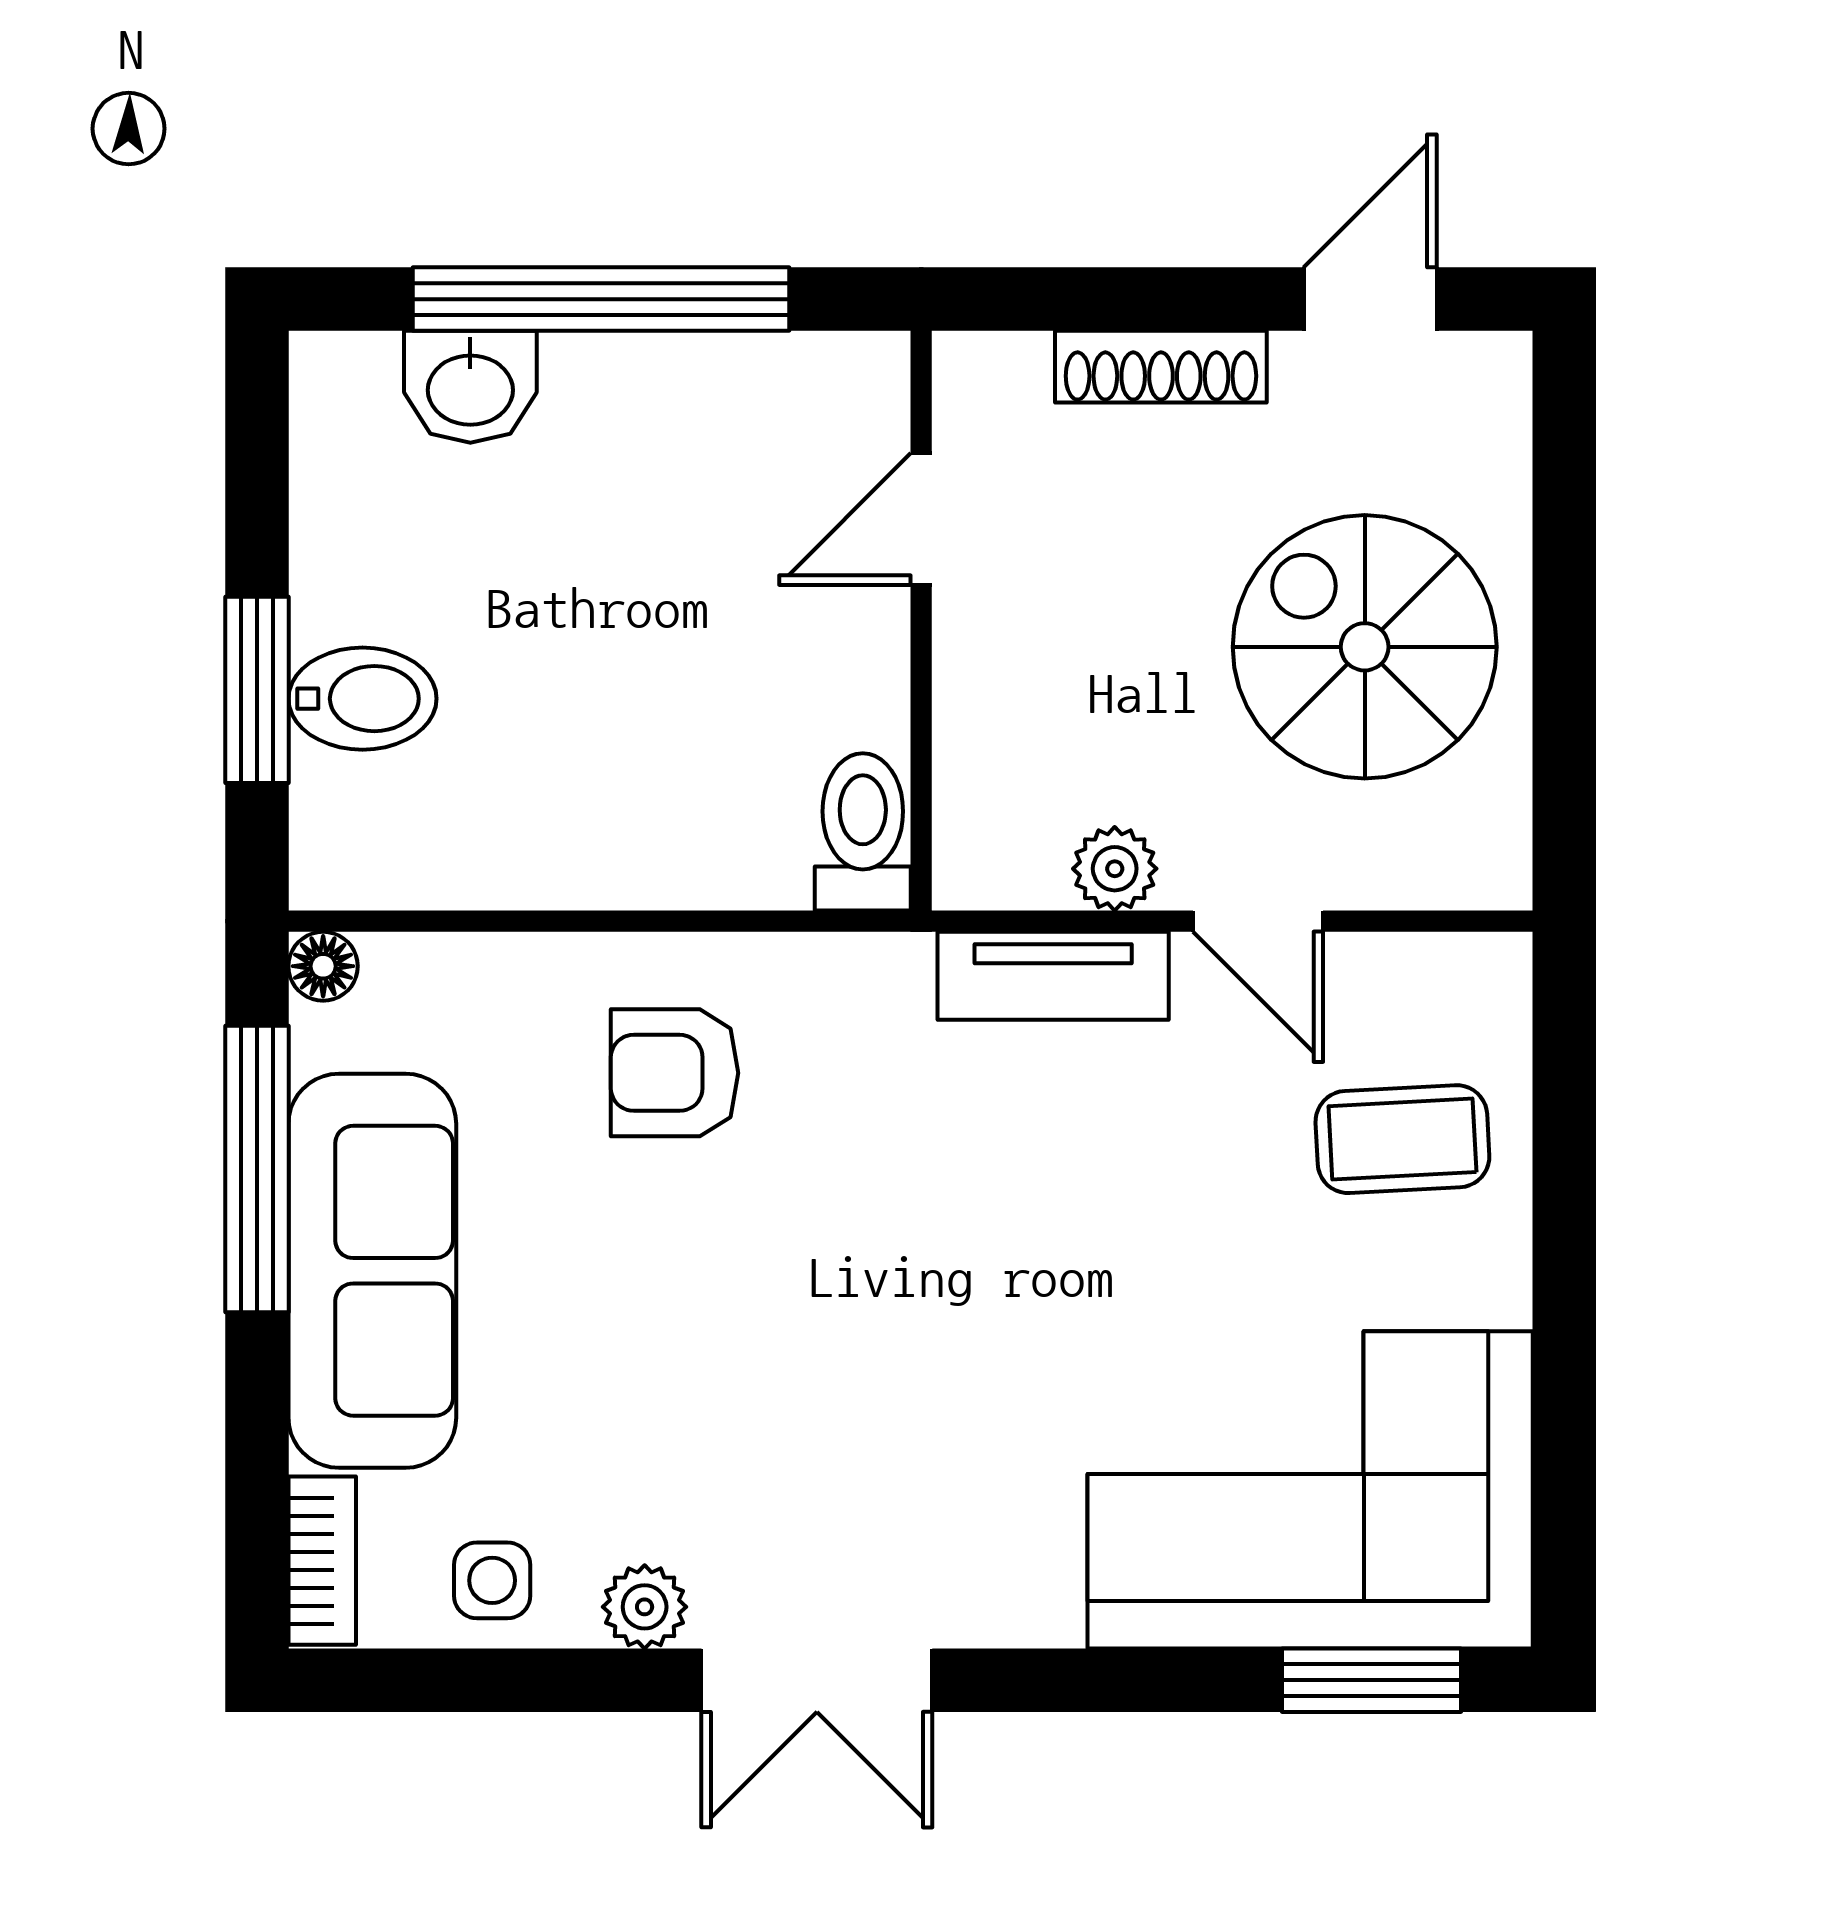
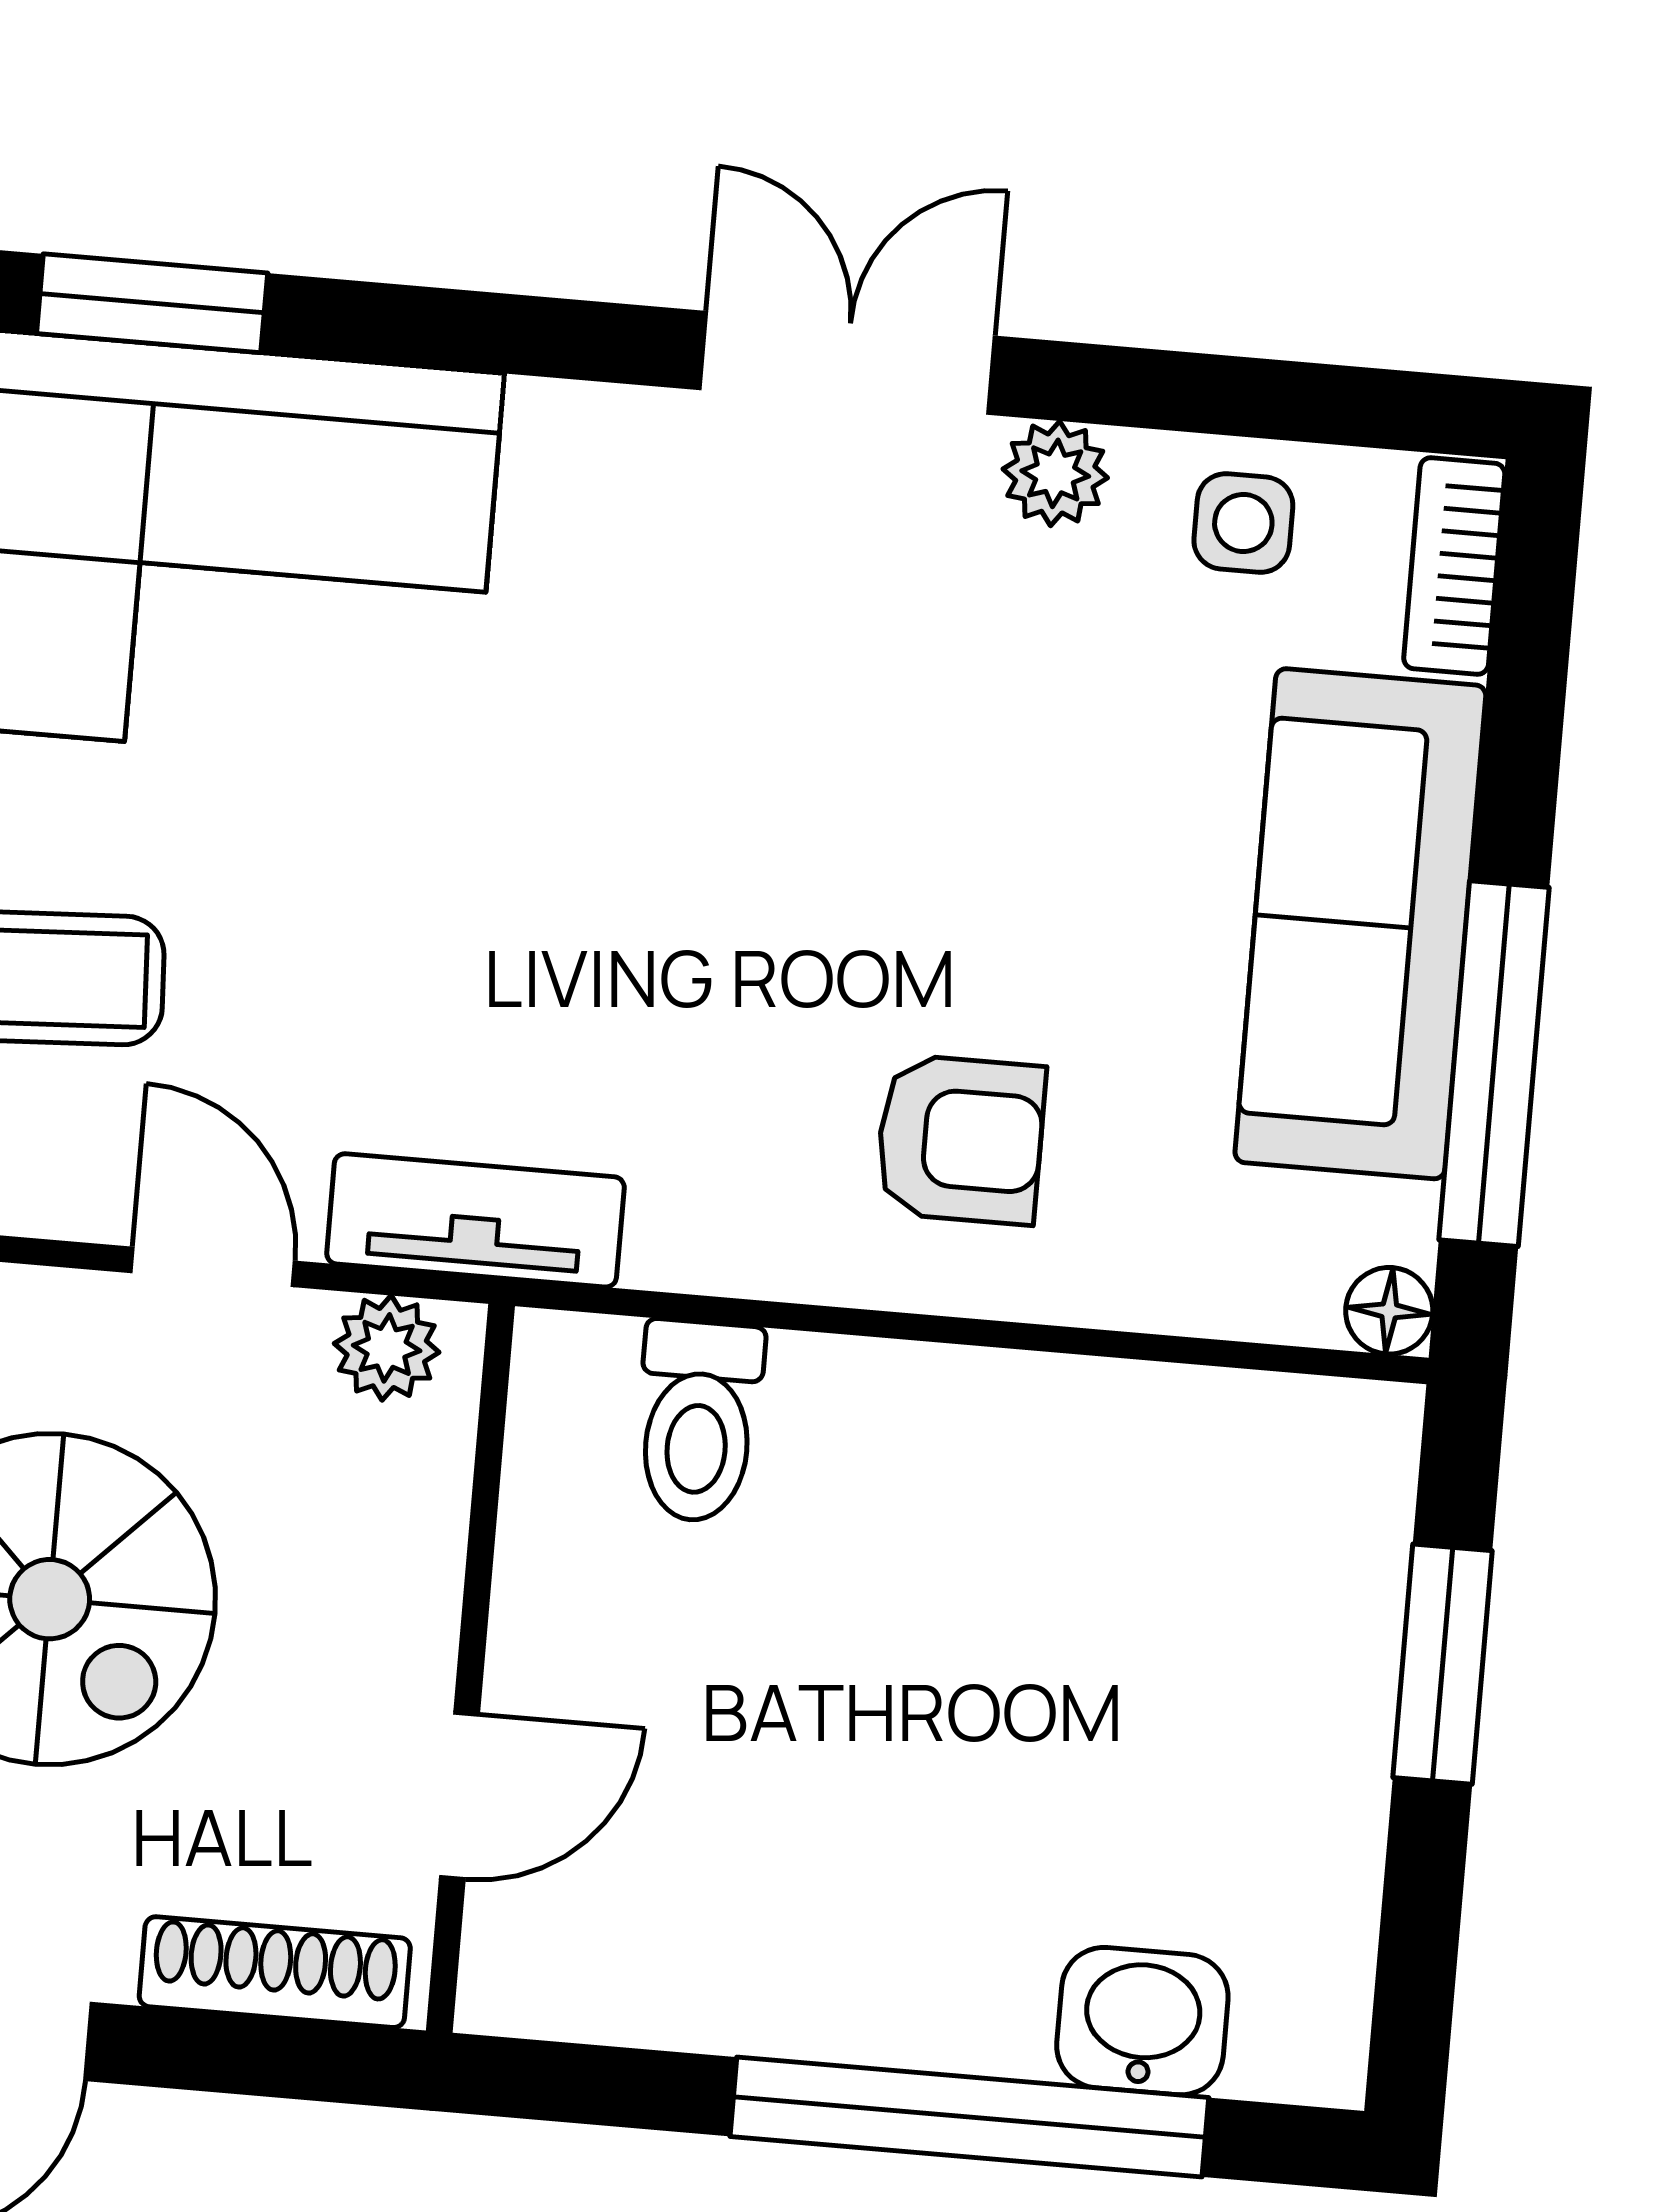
door: (921, 519) -> (460, 1796), moved
wall: (921, 621) -> (470, 1668), moved
bidet: (363, 699) -> (1311, 1642), removed

